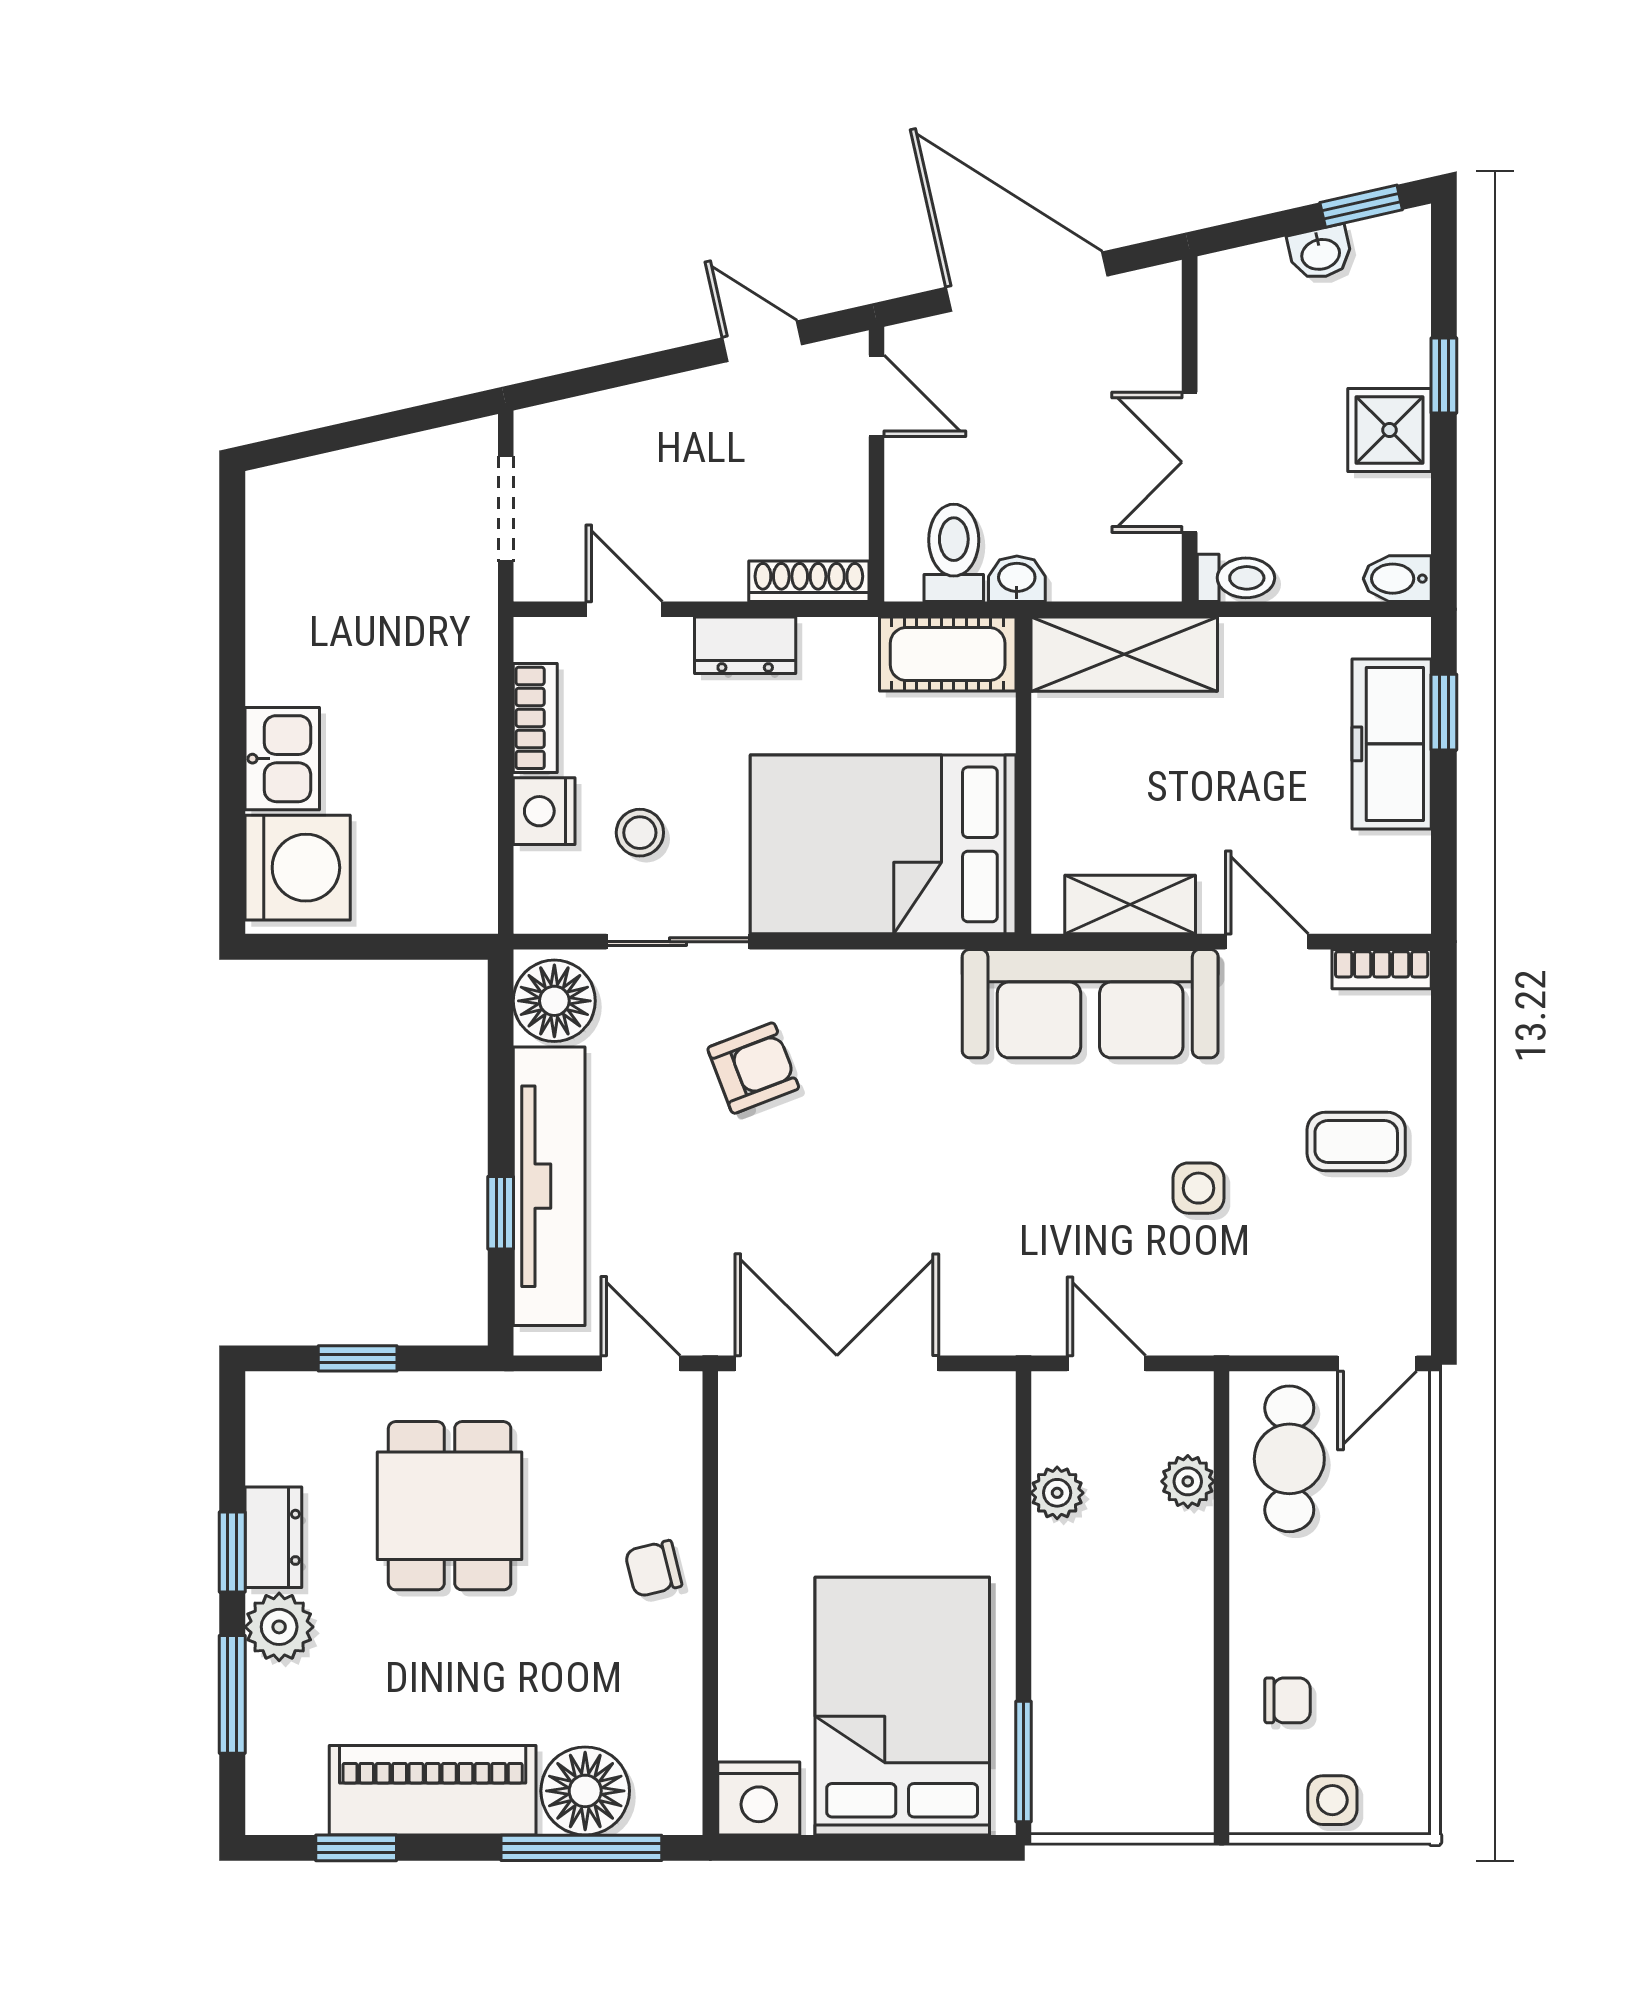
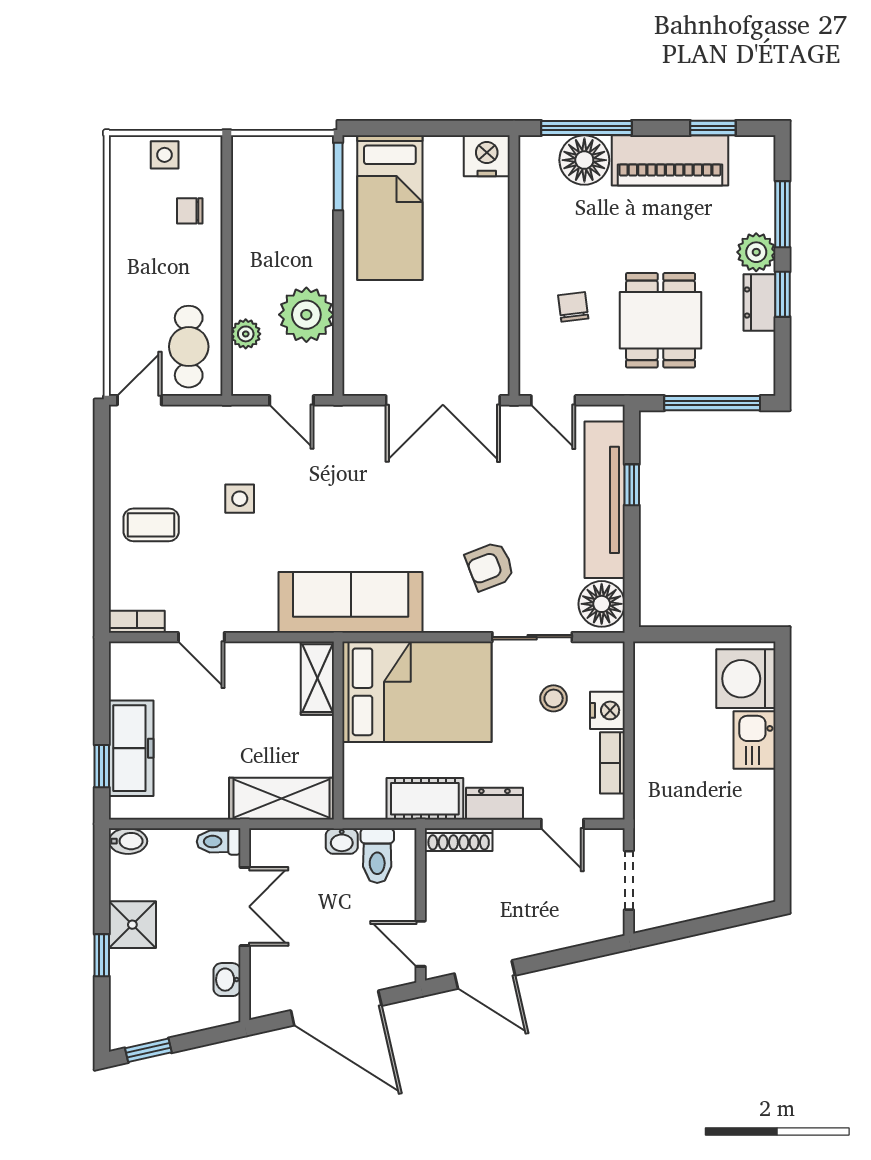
washbasin: (1320, 253) -> (227, 980), moved, turned -77
door: (762, 341) -> (485, 974), width x1.38
cot: (948, 654) -> (425, 799), moved
shelving: (1130, 905) -> (317, 678), moved, turned 90
sofa: (1090, 1004) -> (351, 602), moved
window: (358, 1358) -> (712, 403), width x2.17
plant: (1057, 1493) -> (306, 315), width x1.87, depth x1.87
chair: (653, 1569) -> (573, 307), moved, turned -83
bed: (902, 1706) -> (390, 208), width x0.67

